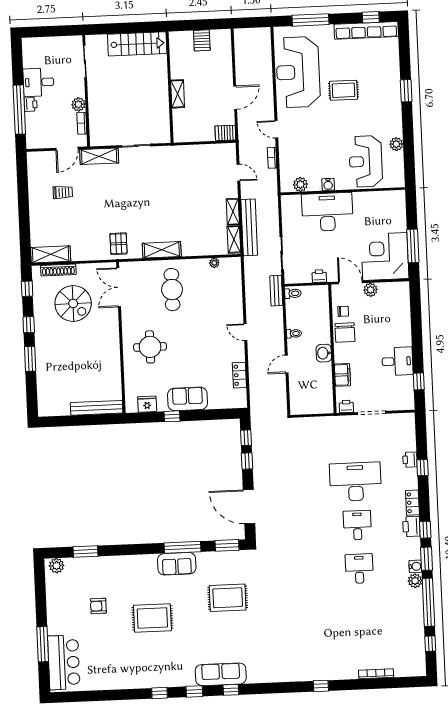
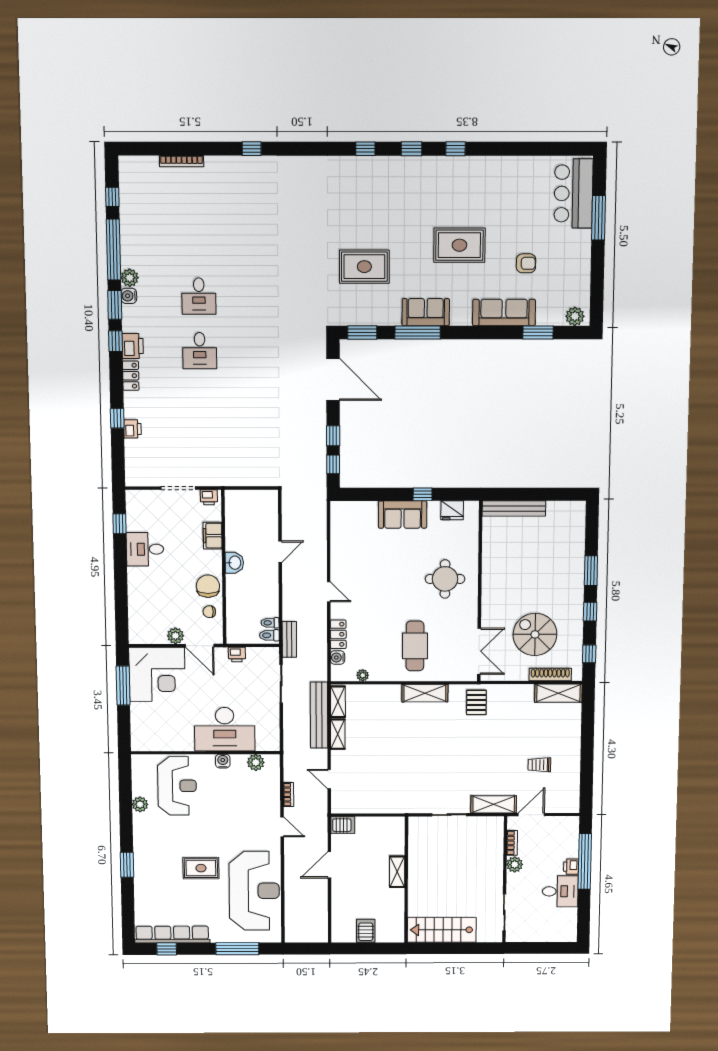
water cooler: (236, 277) -> (337, 658), added
toilet: (294, 334) -> (270, 623), moved
locker: (239, 375) -> (338, 634), moved
desk: (355, 482) -> (200, 405), removed
sofa: (221, 674) -> (504, 312), moved, turned 180

